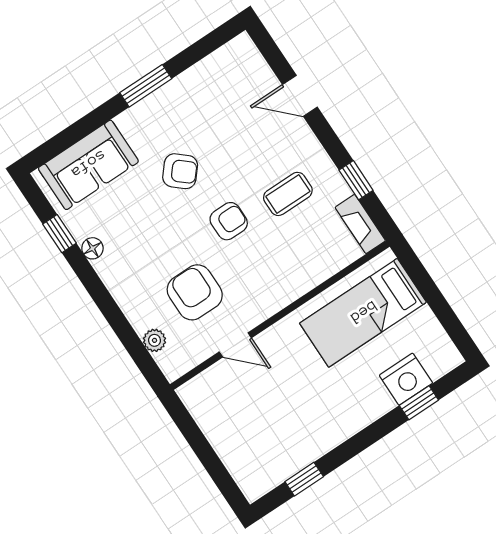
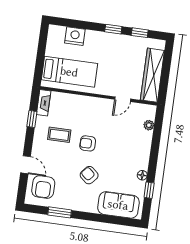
window: (146, 86) -> (60, 212), moved
armchair: (195, 292) -> (43, 187), moved
door: (235, 345) -> (123, 99), swing flipped
window: (419, 403) -> (113, 29), moved
wardrobe: (221, 428) -> (152, 75), added

